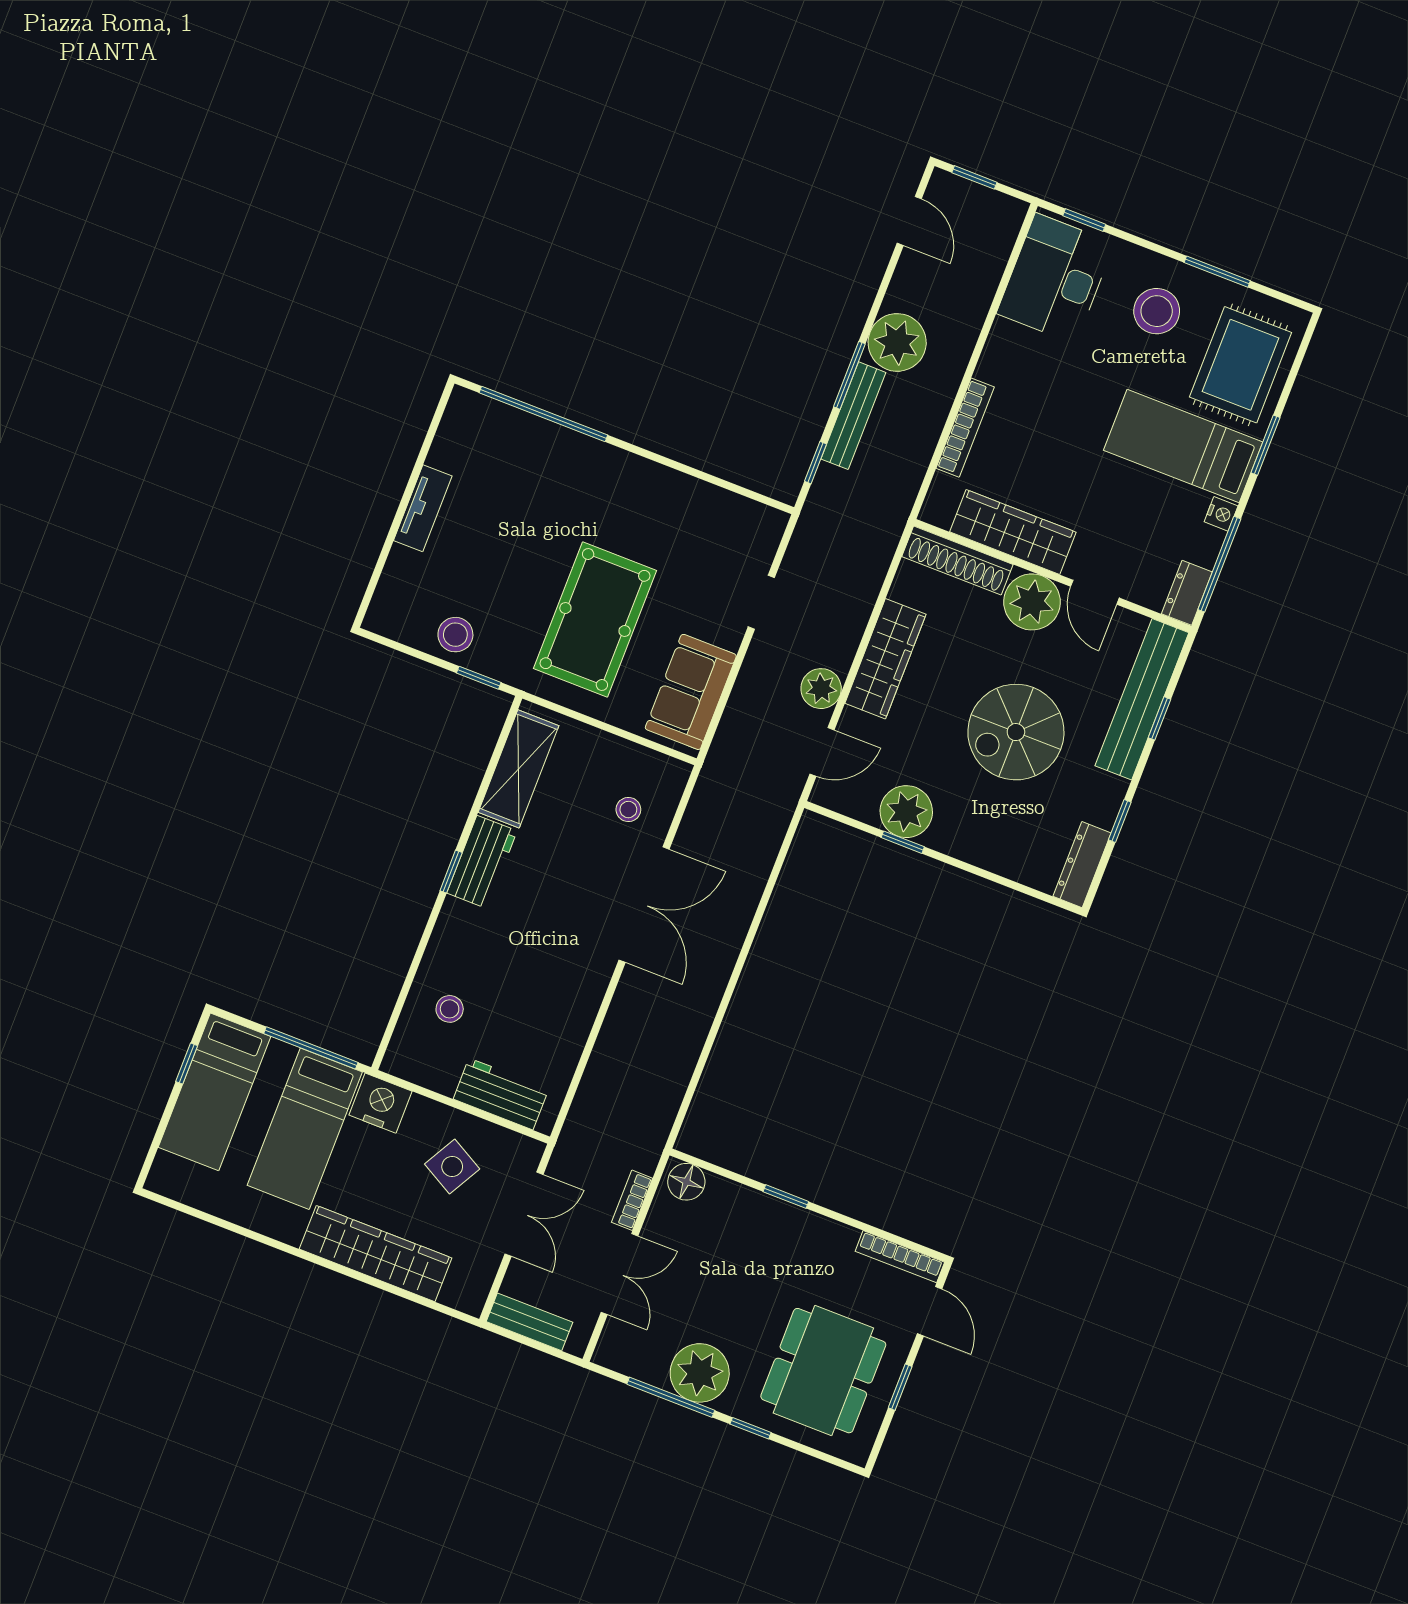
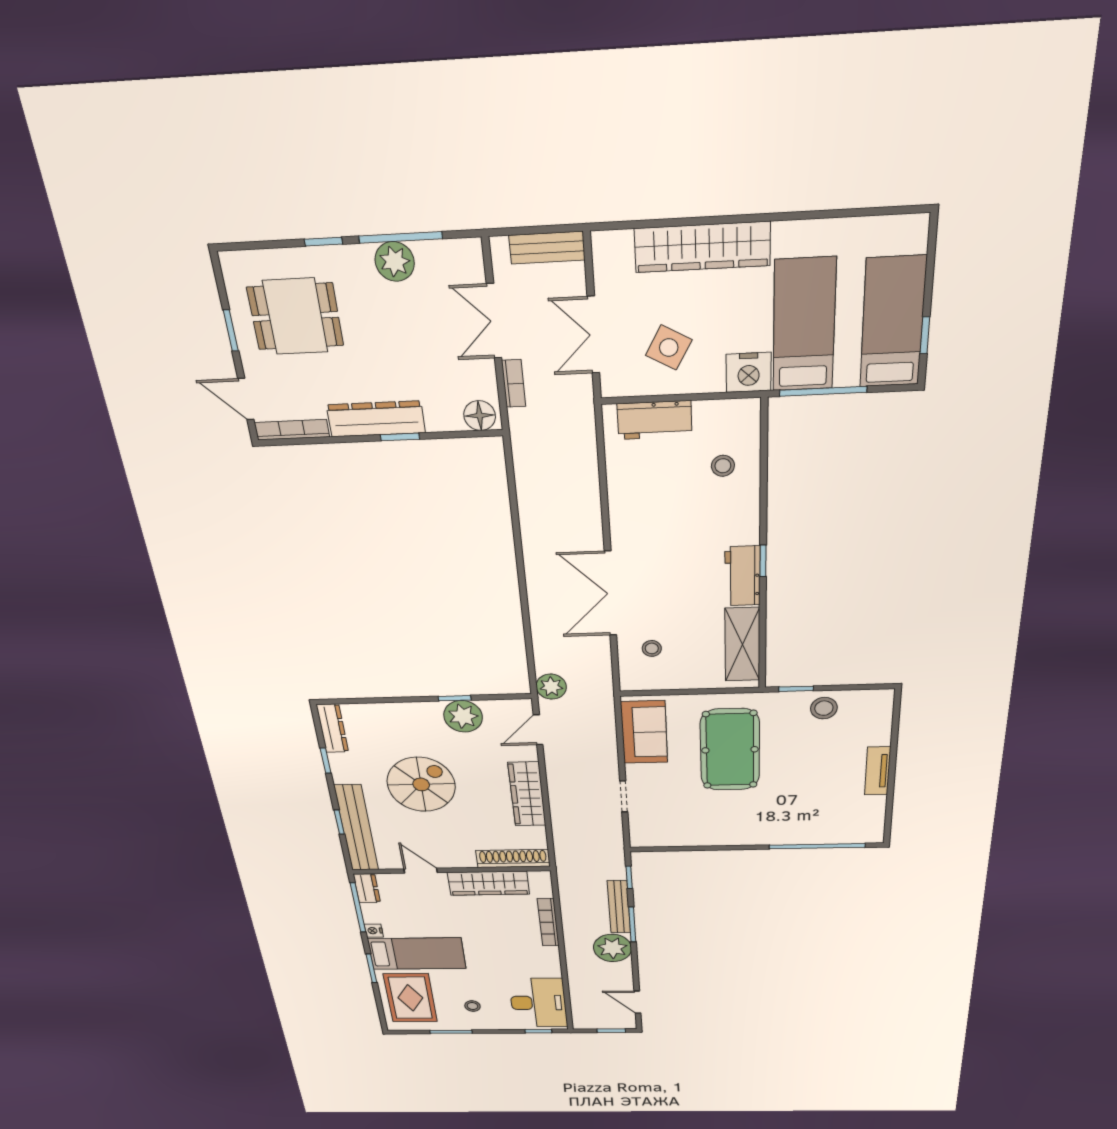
stool: (1157, 311) -> (472, 1006), width x0.53, depth x0.53
plant: (1032, 602) -> (455, 853), removed
plant: (821, 689) -> (551, 687), moved
dresser: (801, 1228) -> (376, 419), added
dining table: (823, 1371) -> (295, 316), width x0.73
plant: (700, 1373) -> (395, 261), width x0.73, depth x0.73

